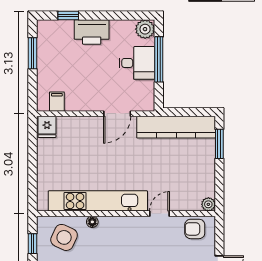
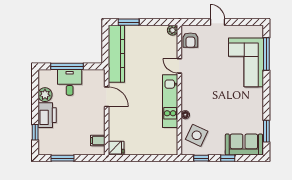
plant: (145, 29) -> (45, 95), moved
kitchen unit: (98, 201) -> (170, 101), width x0.73

